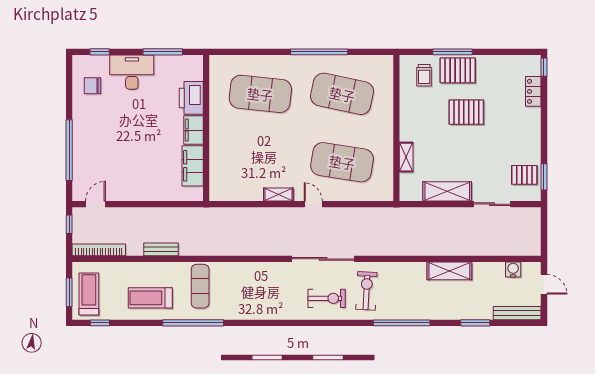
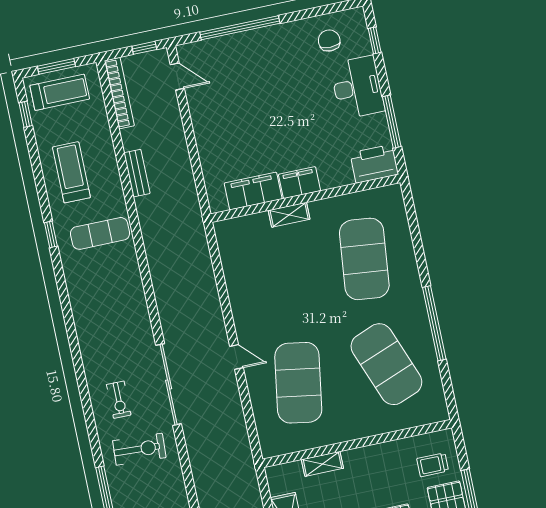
exercise mat: (342, 94) -> (386, 364), turned -33
printer: (191, 98) -> (374, 164), moved
shelving: (278, 194) -> (289, 215), moved, turned 90
door: (313, 204) -> (236, 357), hinge flipped
exercise bike: (327, 298) -> (119, 400), width x0.73, depth x0.72
window: (193, 323) -> (51, 234), width x0.32

